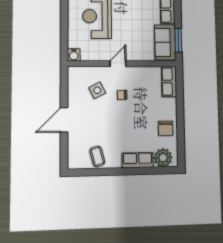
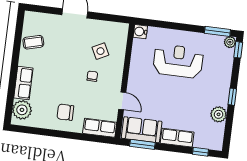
door: (118, 64) -> (122, 101), moved
chair: (166, 128) -> (65, 112), moved

